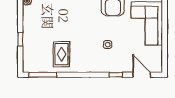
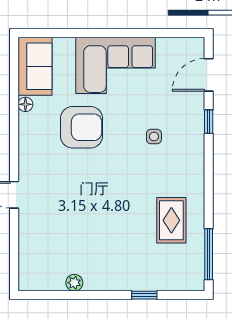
rug: (62, 54) -> (171, 220), turned 90

